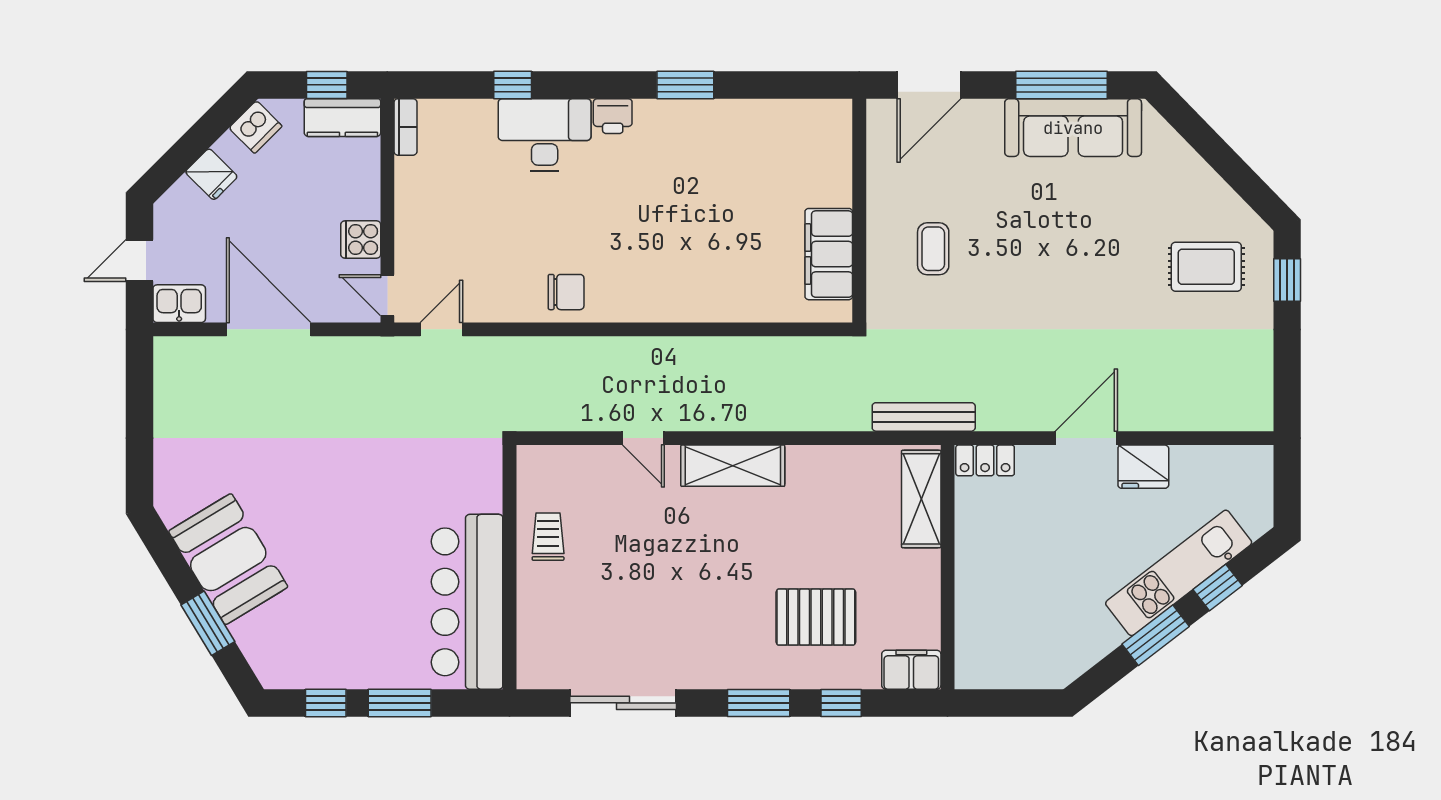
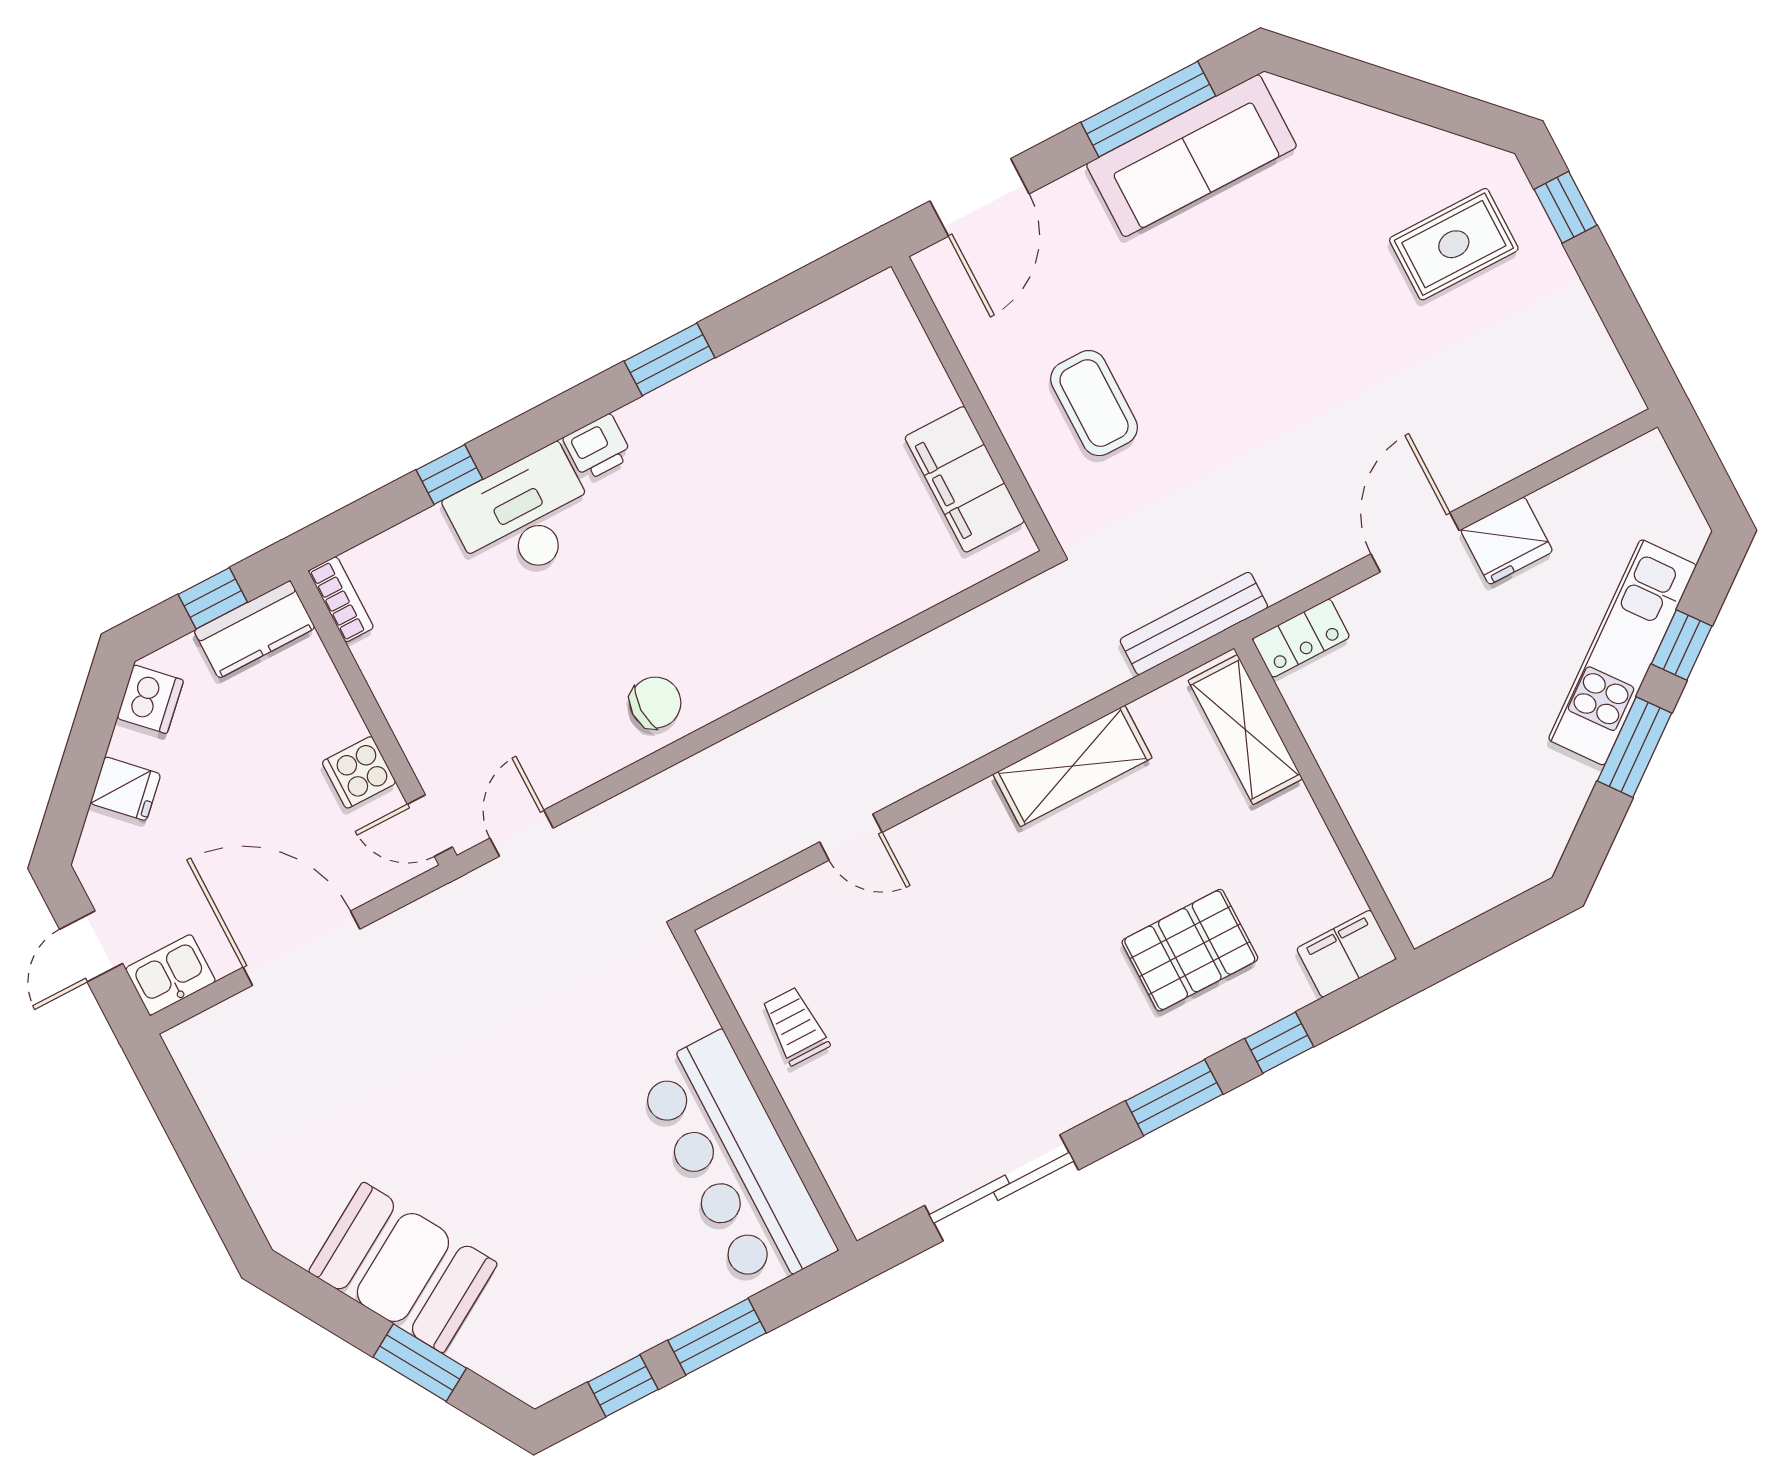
coffee table: (933, 249) -> (1094, 403), width x1.36, depth x1.30
shelving: (733, 466) -> (1073, 766), moved

